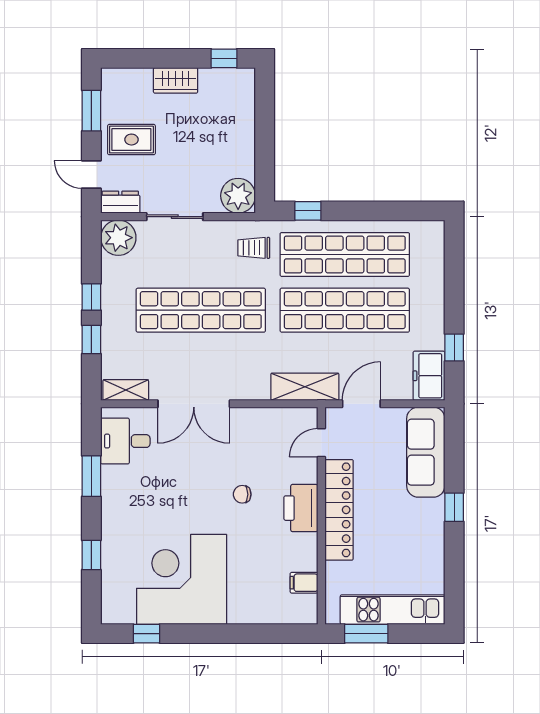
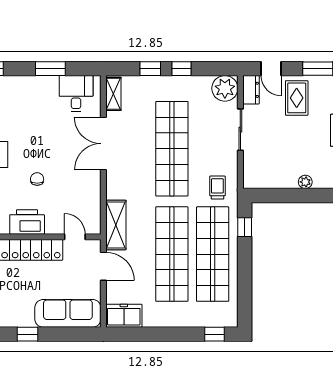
door: (91, 175) -> (271, 69), swing flipped
plant: (238, 196) -> (305, 182), moved, width x0.53, depth x0.53
window: (454, 347) -> (215, 334), moved

